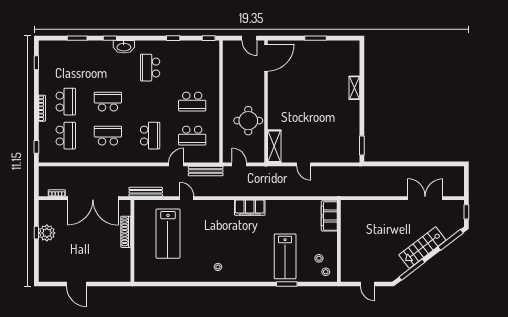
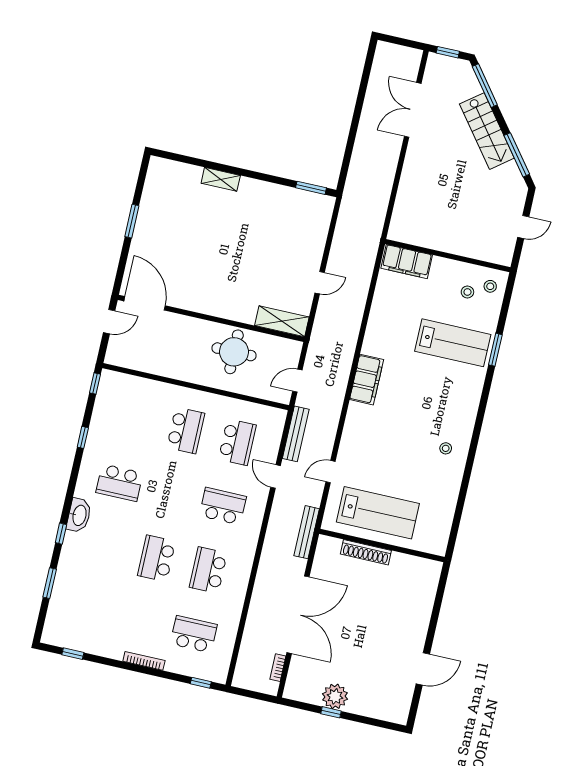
school desk: (66, 102) -> (142, 622), removed
shoe rack: (126, 232) -> (366, 552), moved
wall: (132, 241) -> (382, 545), moved

